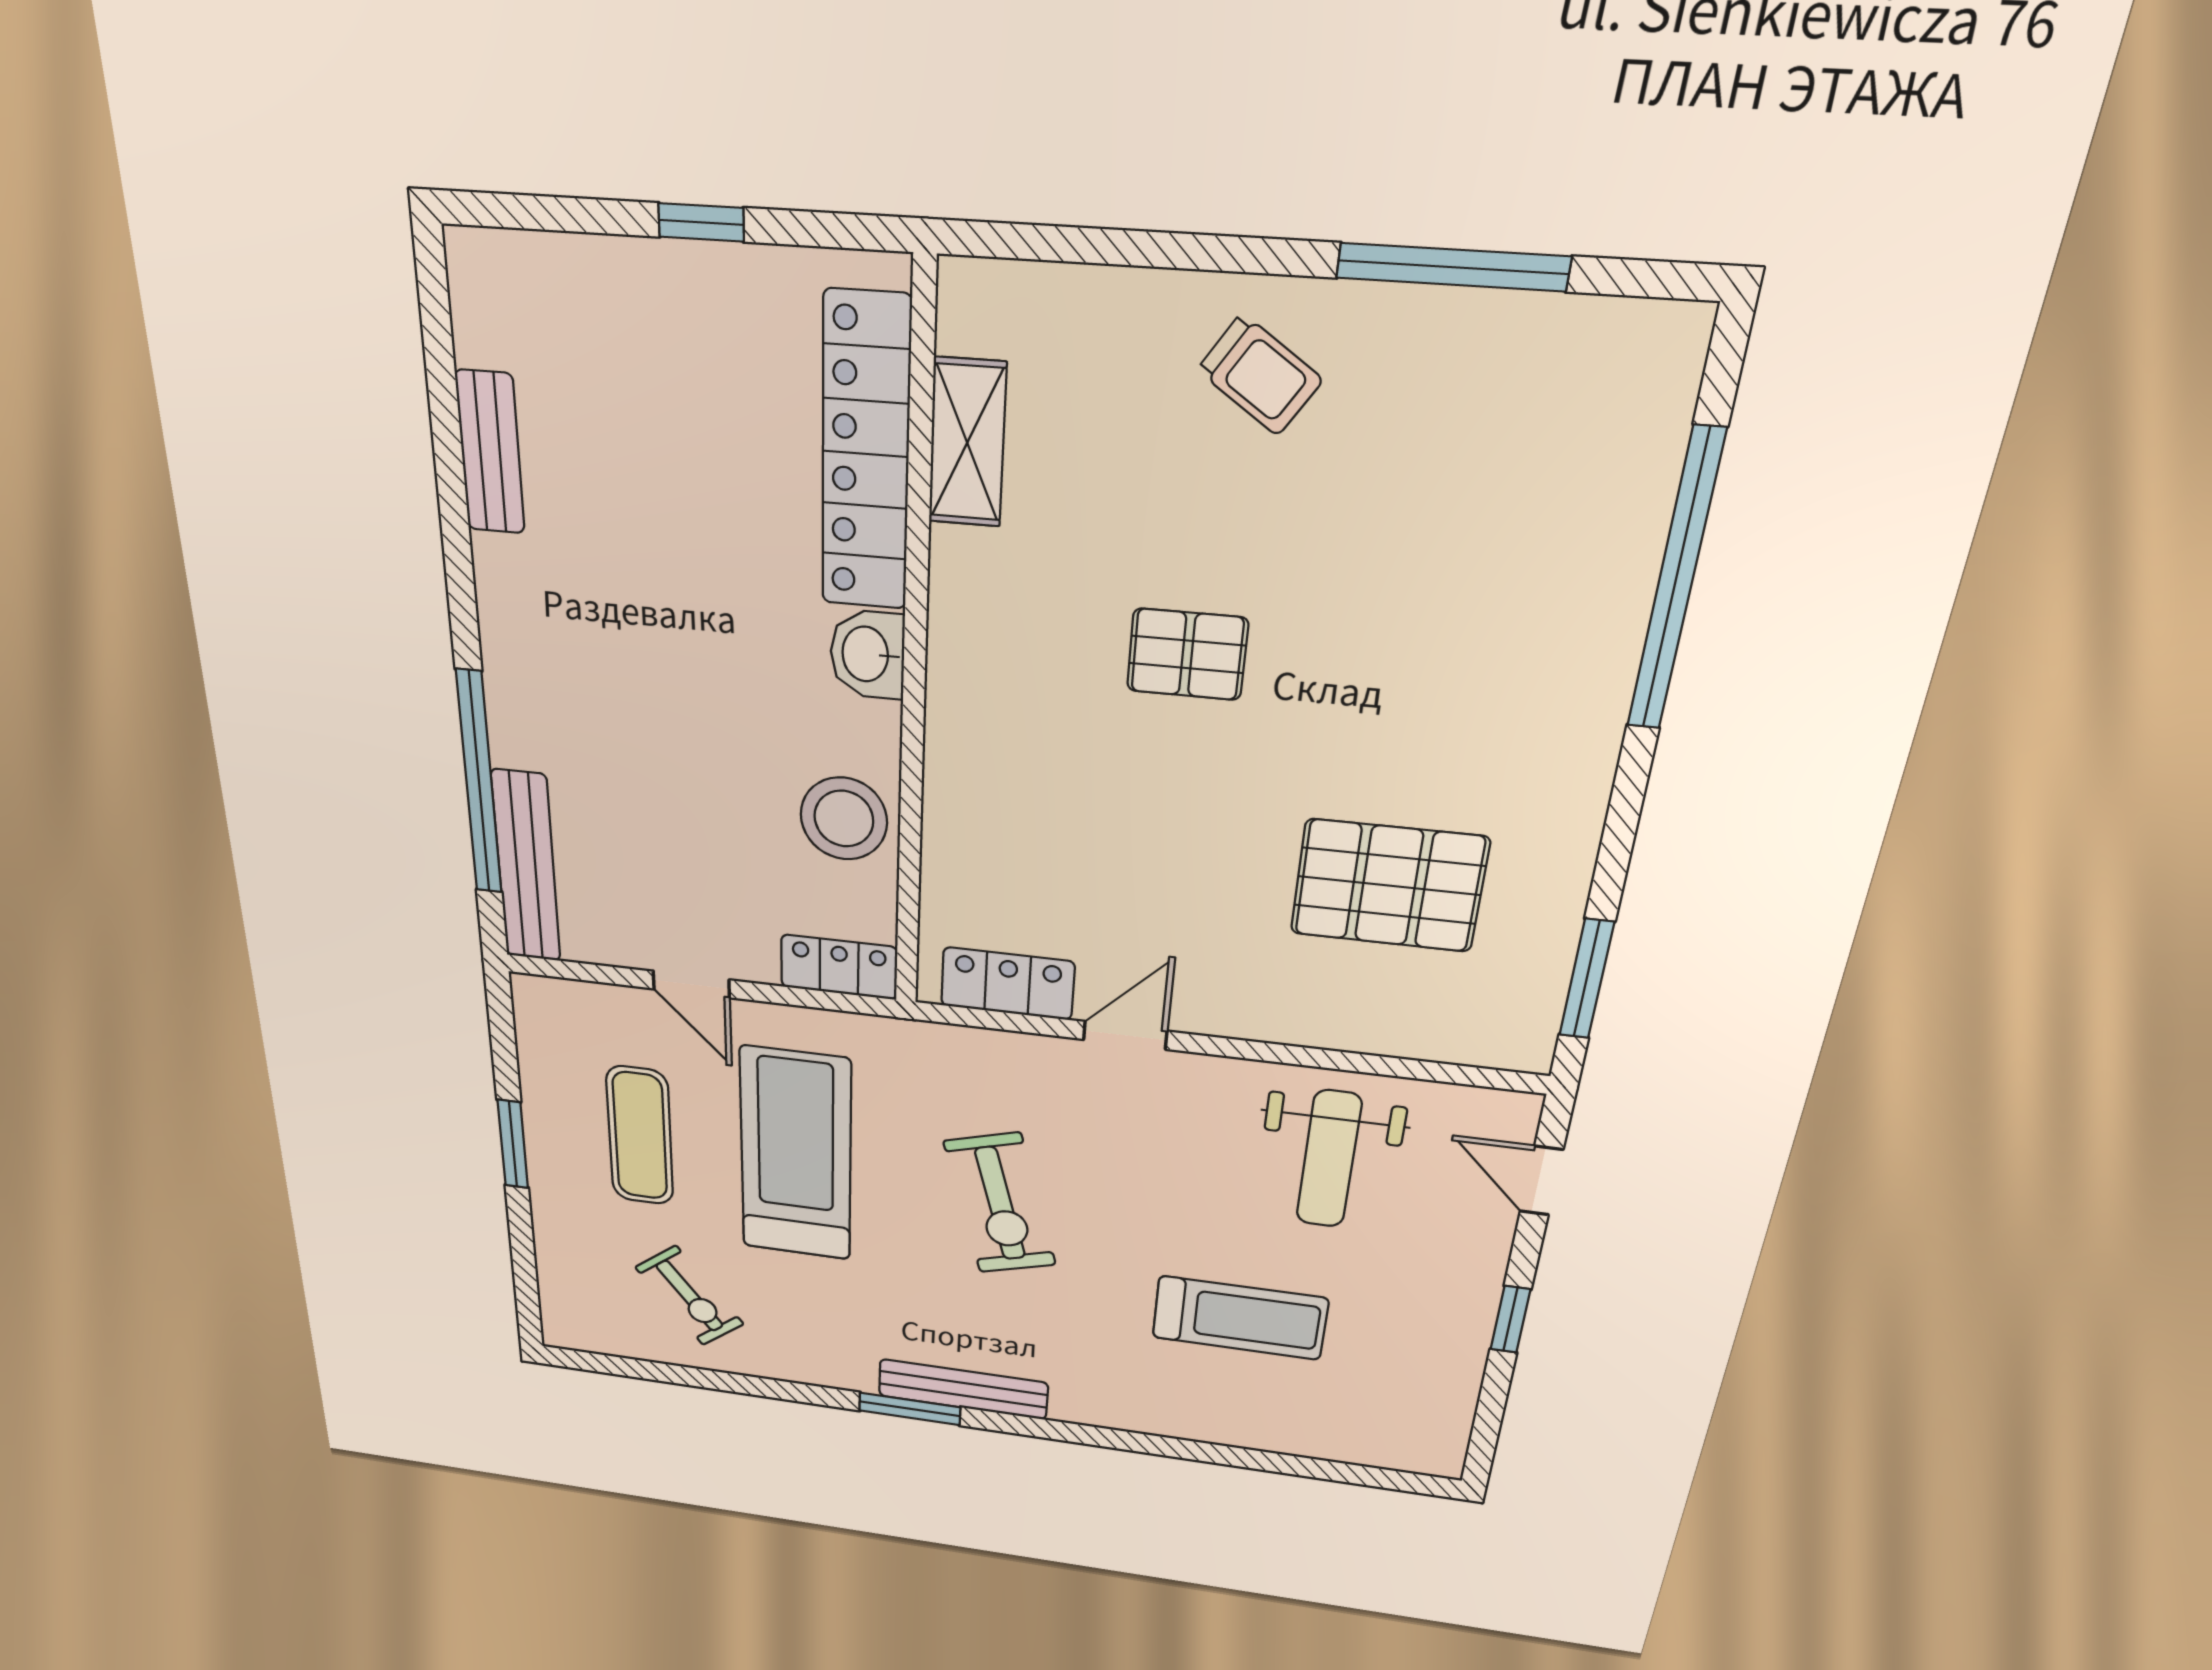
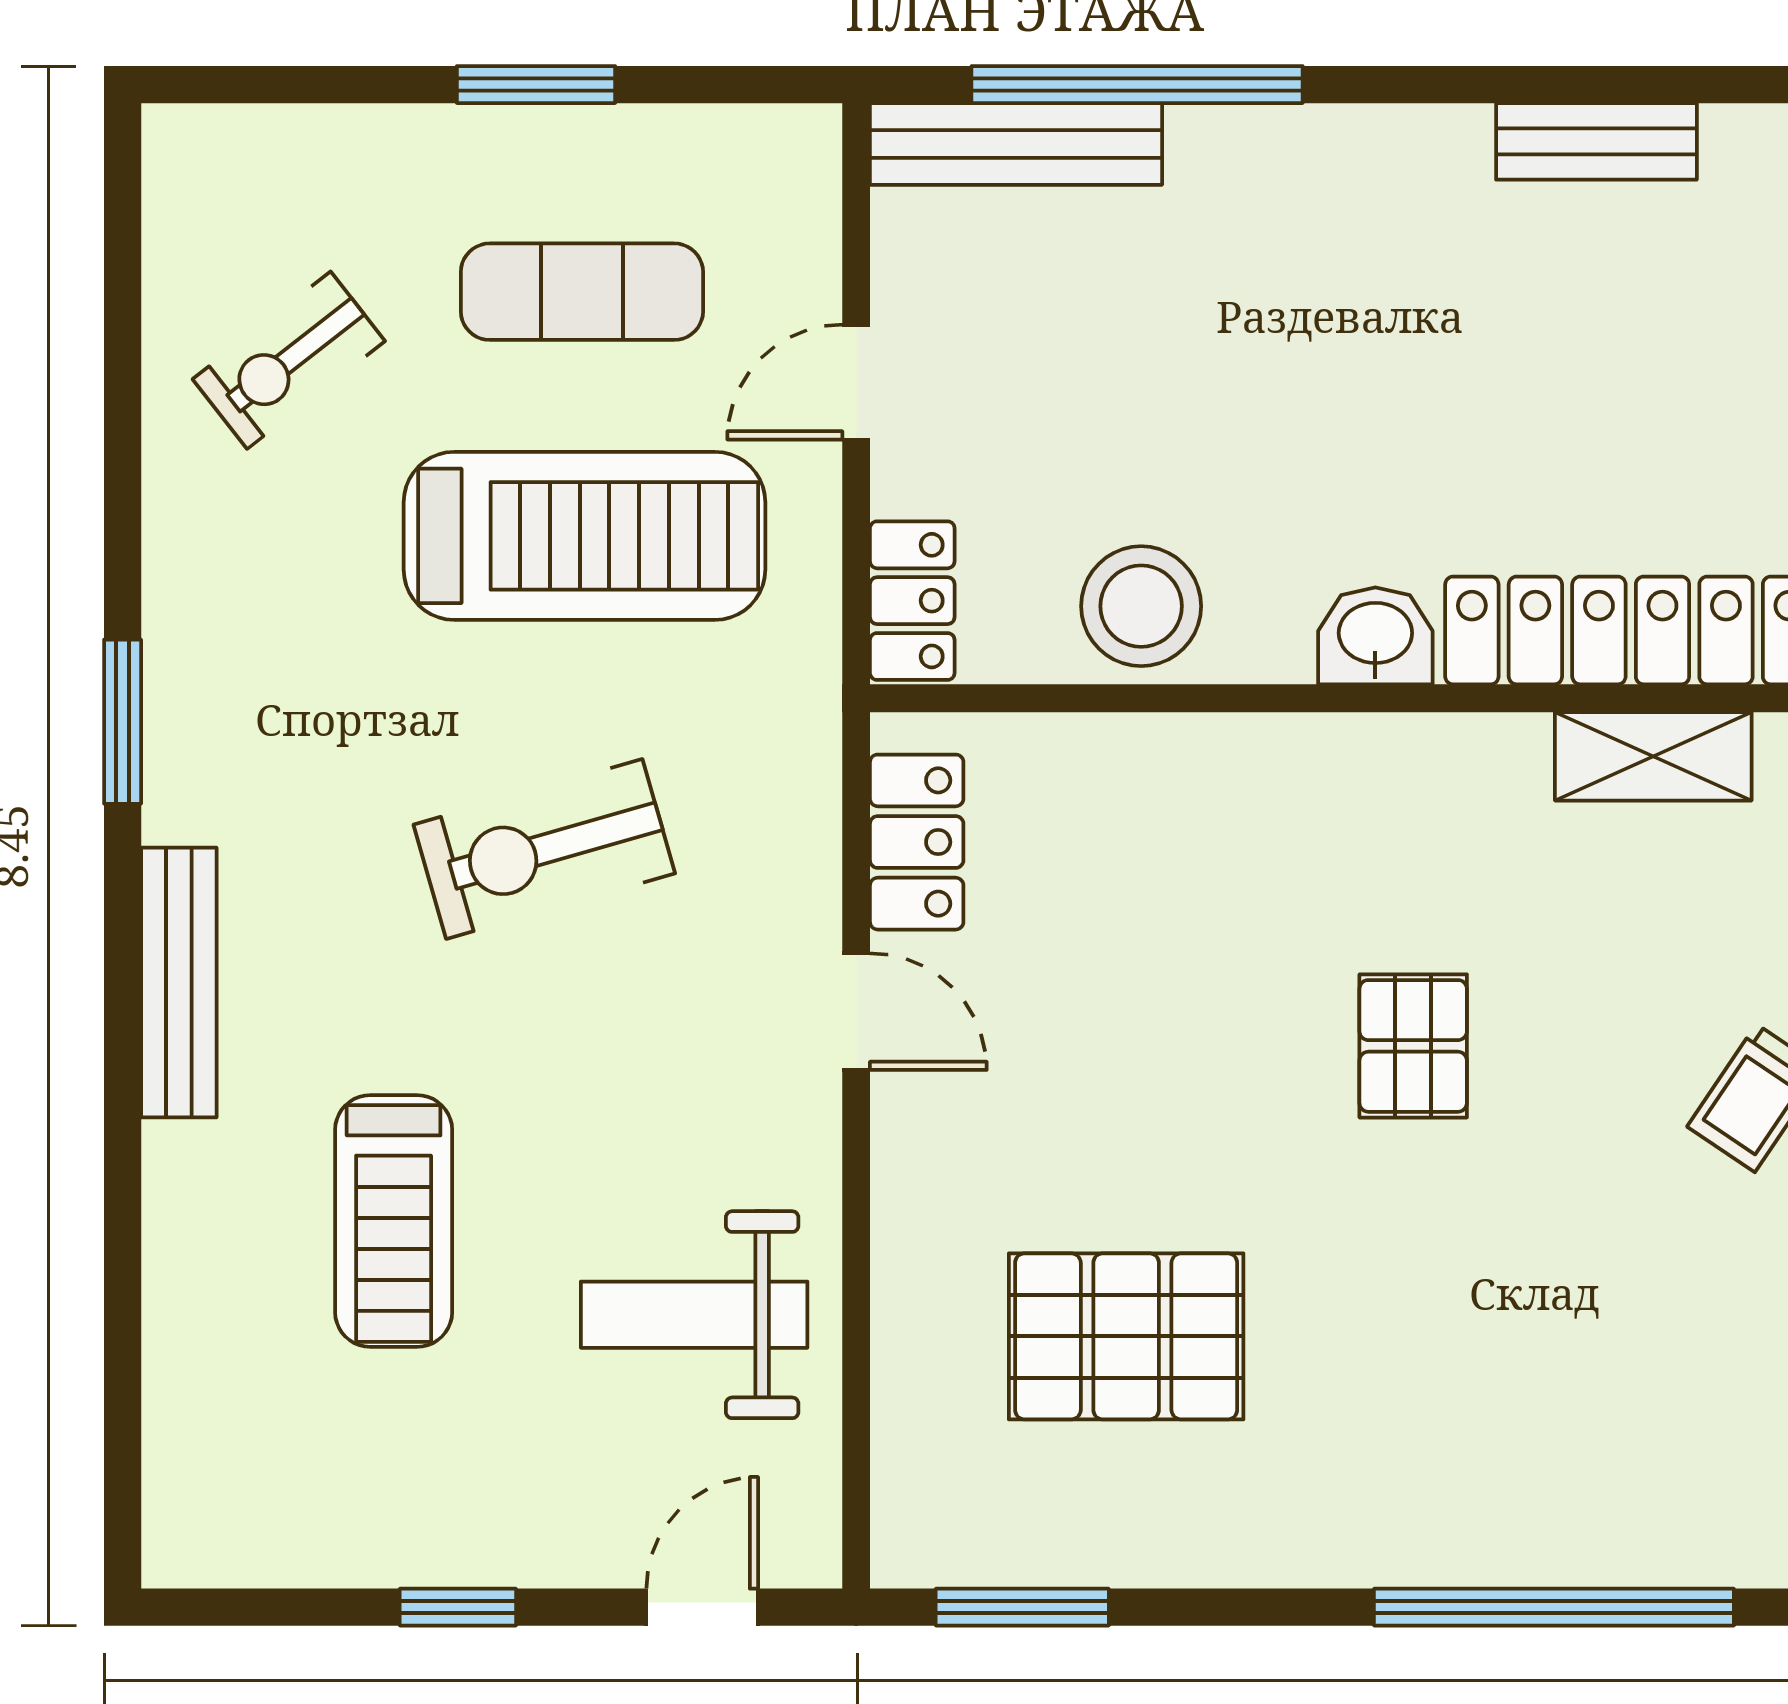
pallet: (1389, 886) -> (1126, 1336), turned 90
bench: (963, 1389) -> (179, 982), moved

